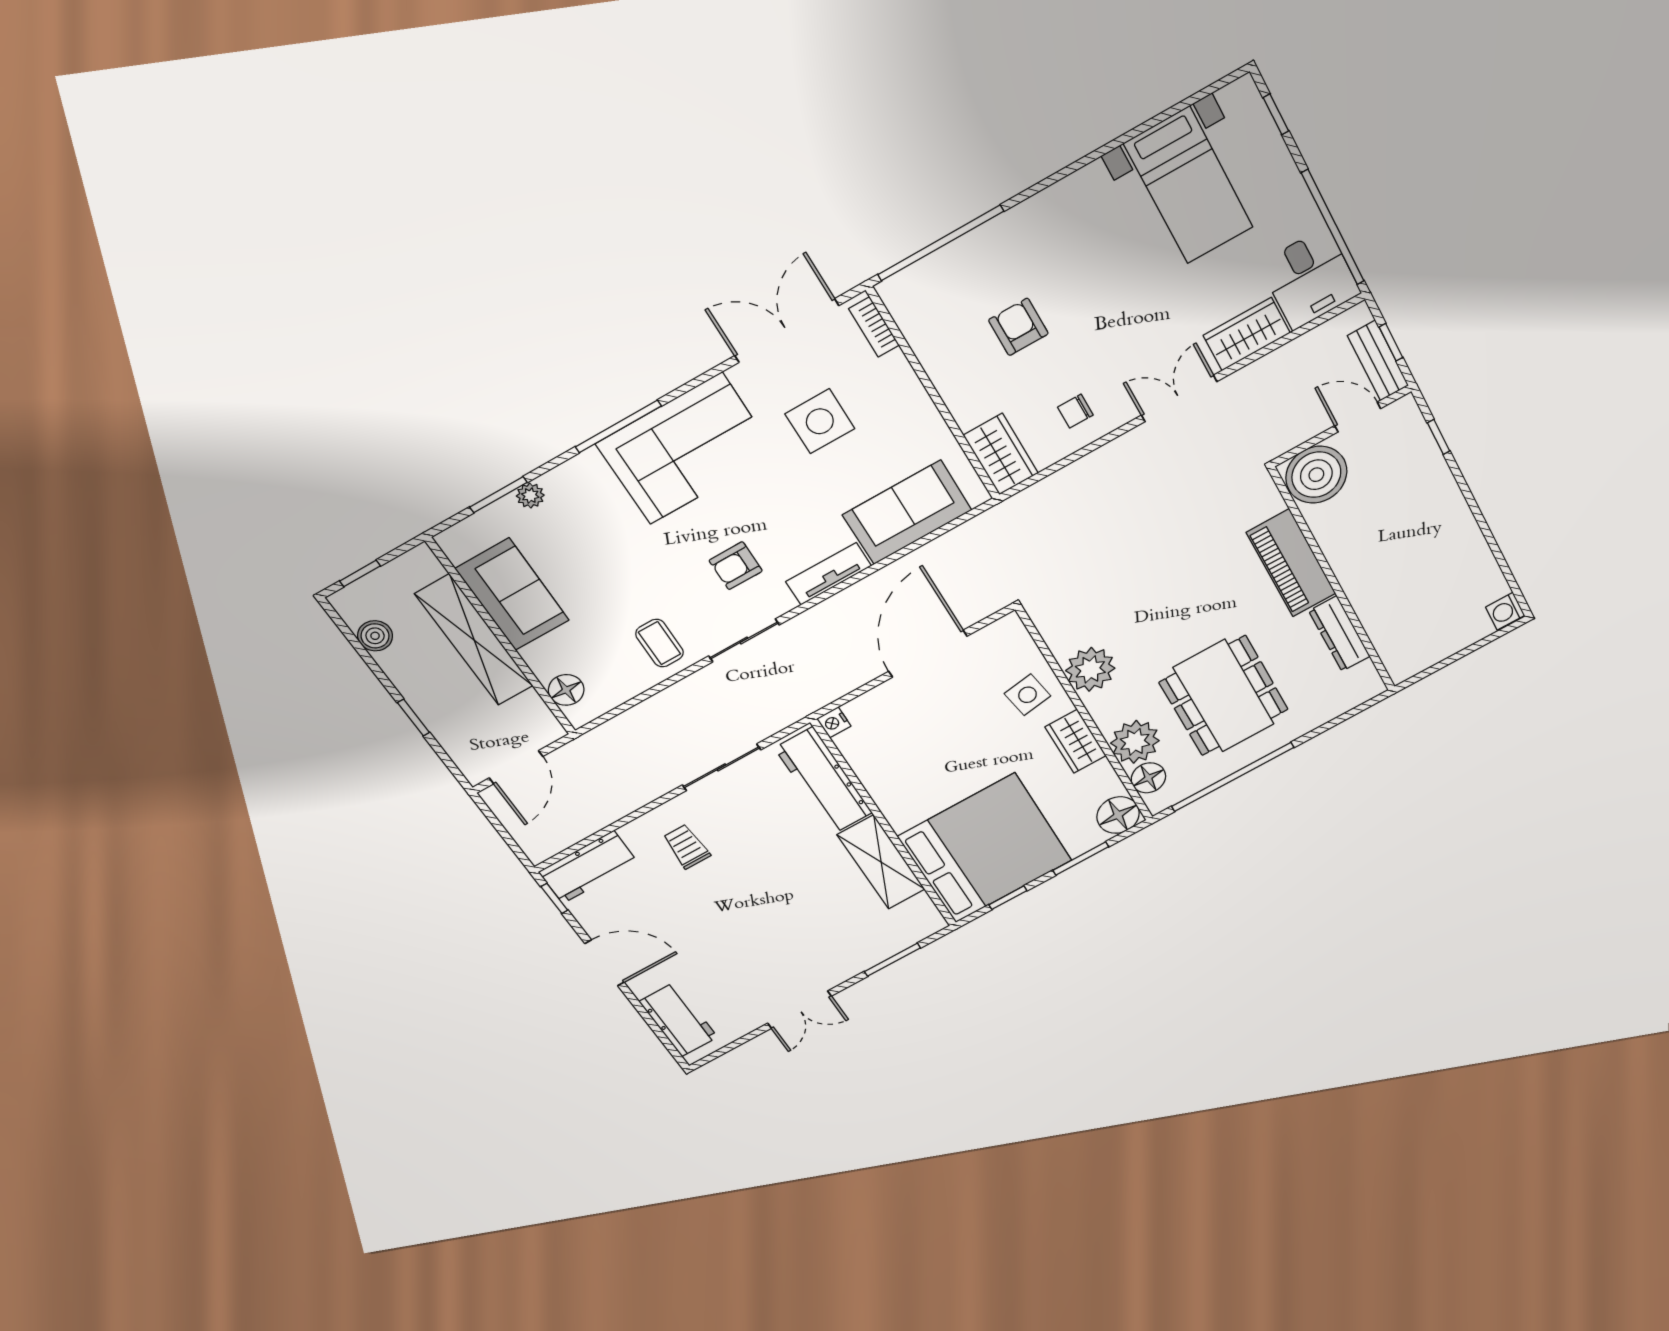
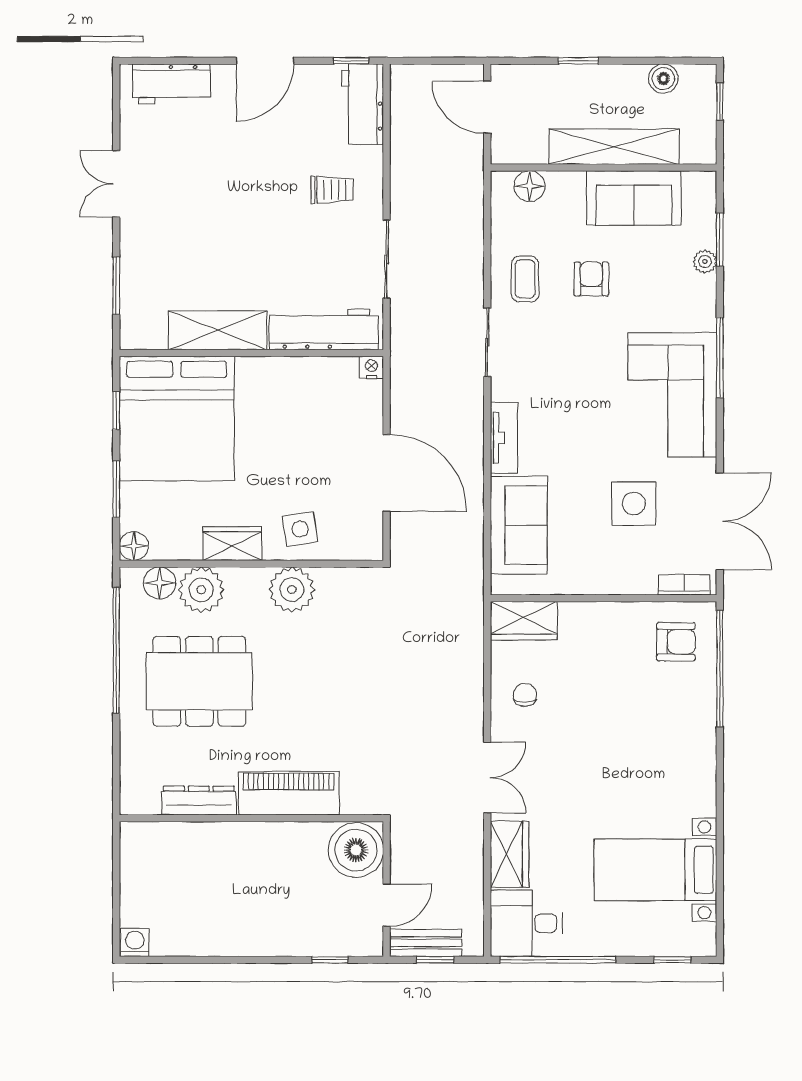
armchair: (1018, 327) -> (676, 642), moved
armchair: (736, 566) -> (591, 279), moved
coffee table: (659, 643) -> (525, 279), turned 90
floor lamp: (1118, 815) -> (134, 546), width x0.73, depth x0.73

